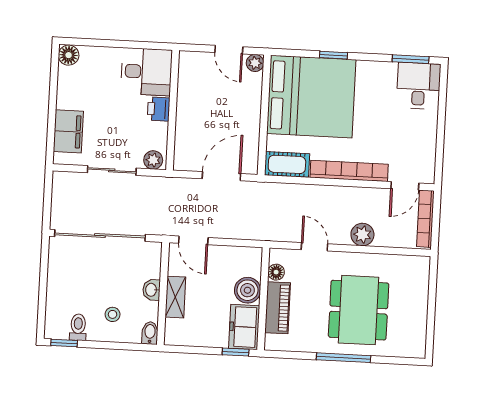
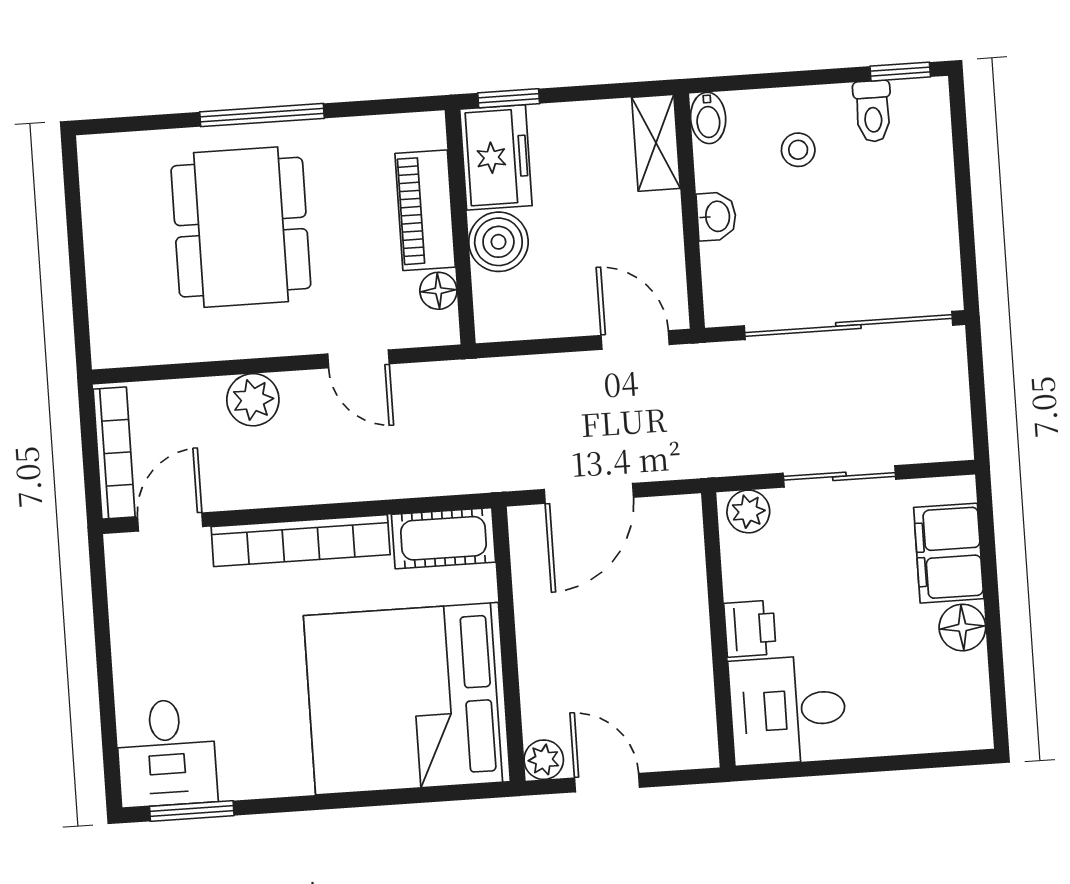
floor lamp: (69, 55) -> (962, 628), moved
window: (334, 55) -> (368, 799), removed
shelving: (175, 297) -> (656, 143), moved

